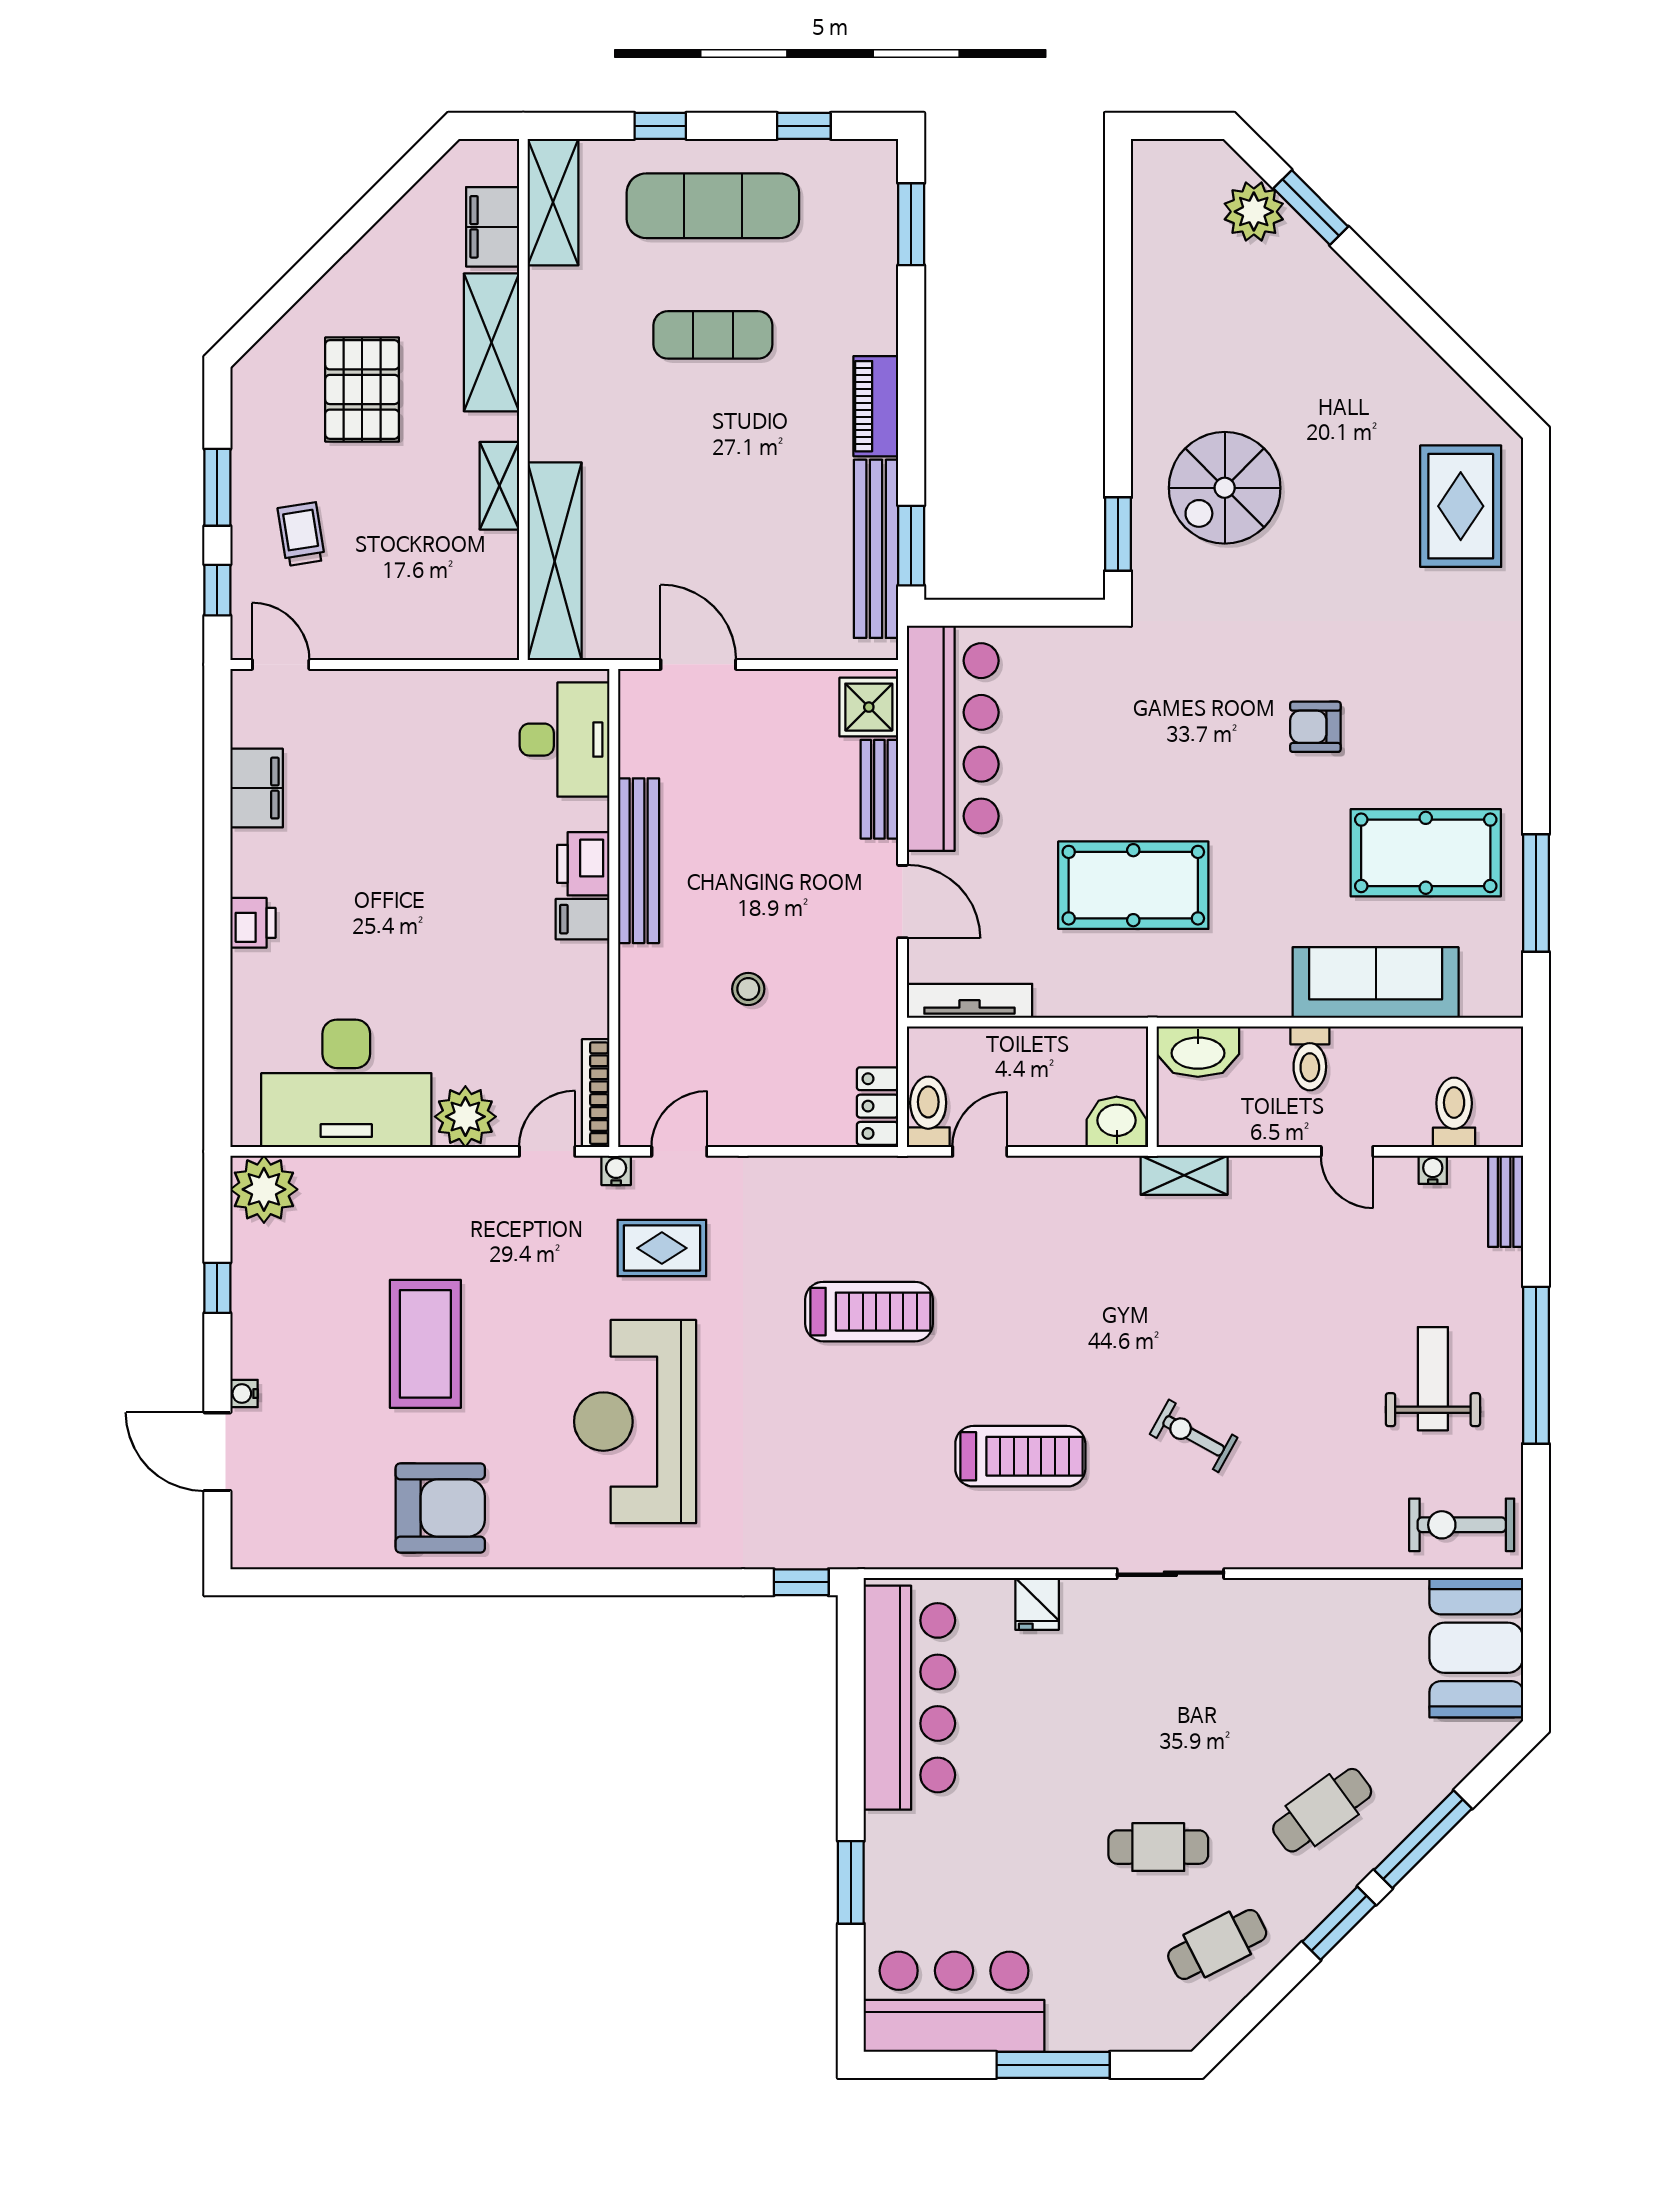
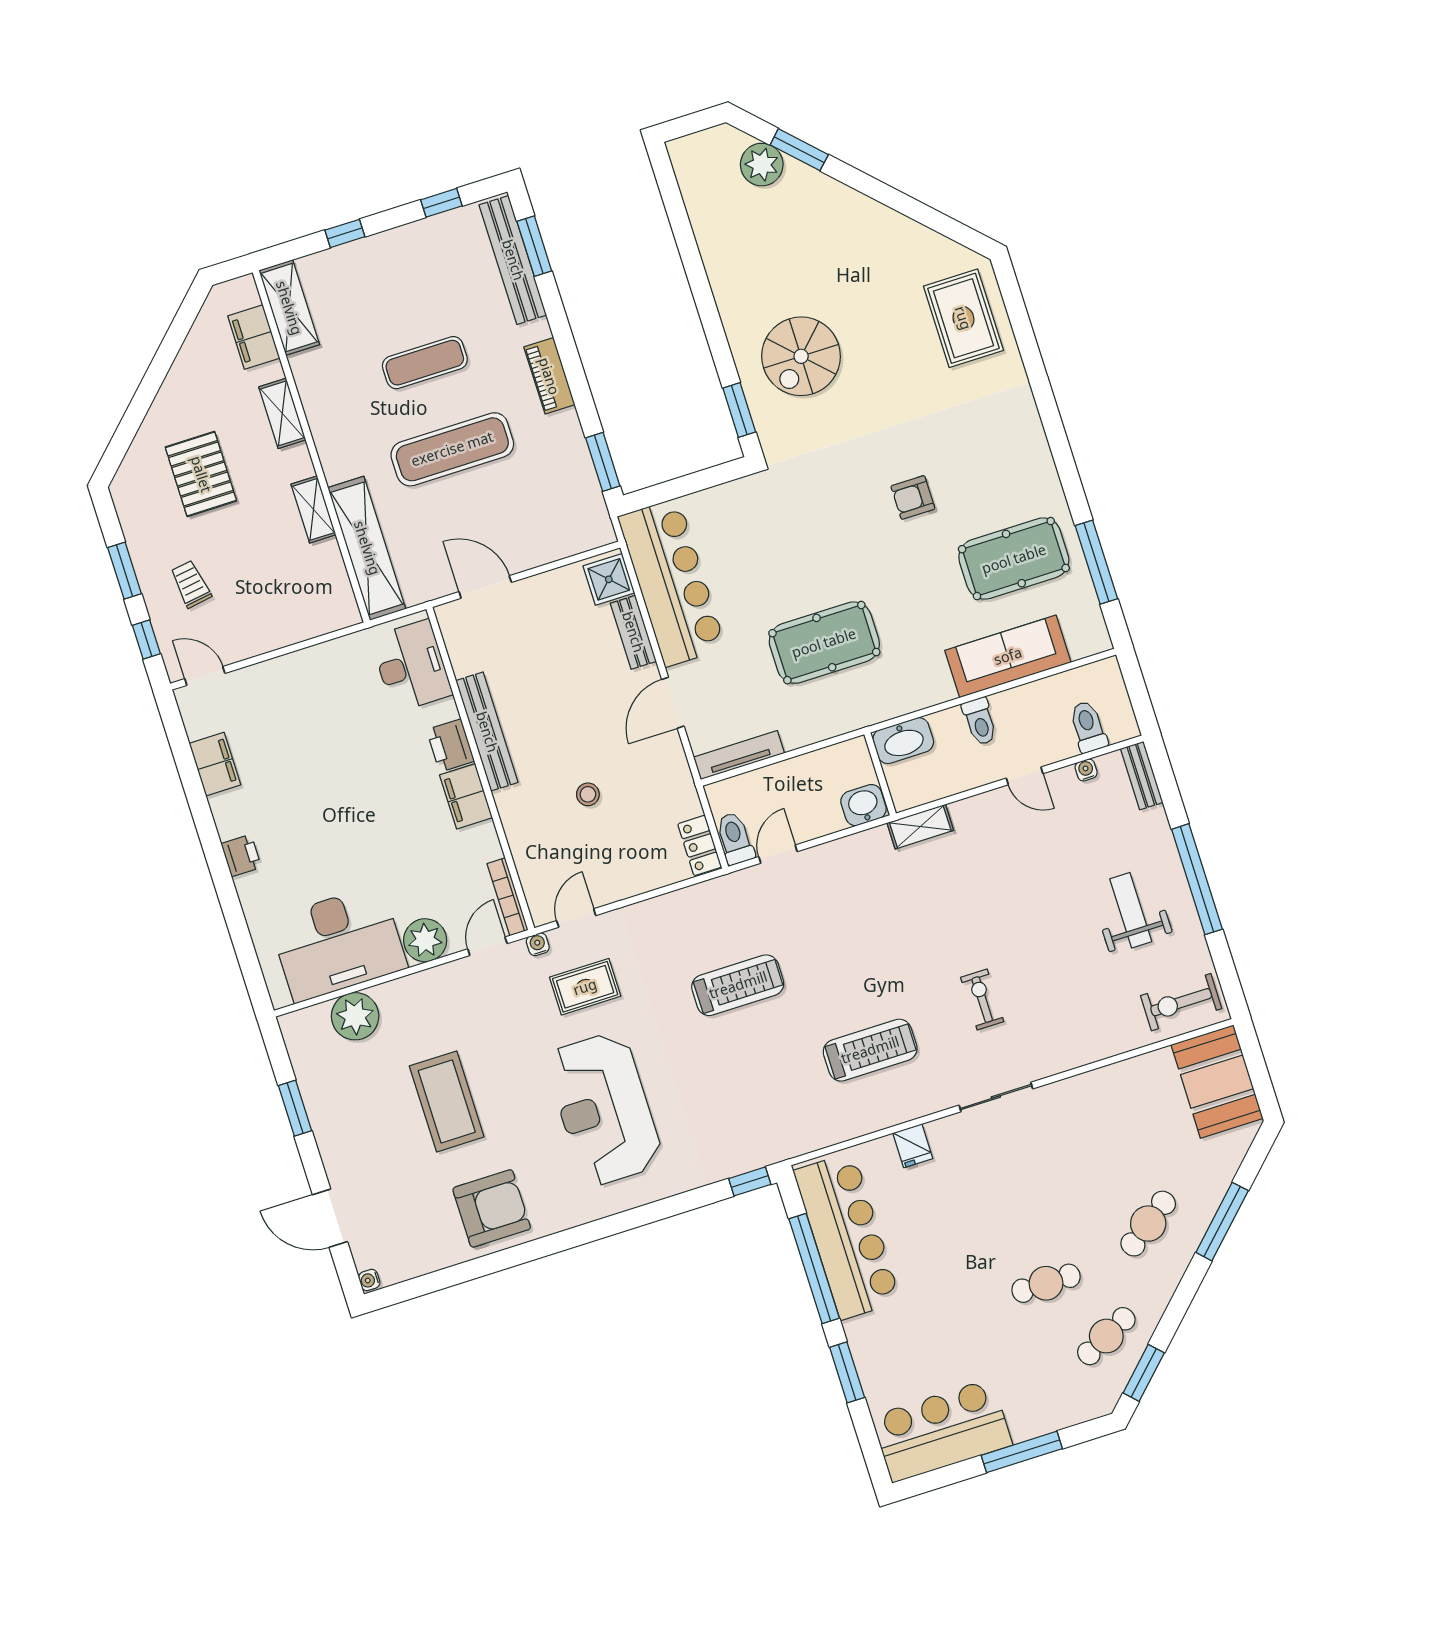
exercise mat: (713, 206) -> (452, 449), moved
shelving: (491, 342) -> (282, 413), width x0.67, depth x0.75
bench: (876, 549) -> (513, 260), moved
door: (903, 902) -> (673, 703), swing flipped
filing cabinet: (583, 919) -> (466, 796), width x2.00
plant: (264, 1189) -> (355, 1016), moved
window: (217, 1288) -> (295, 1108), width x1.50
water cooler: (244, 1394) -> (369, 1280), moved
exercise bike: (1194, 1436) -> (982, 1000), turned 61
window: (851, 1728) -> (814, 1269), added
window: (1339, 1923) -> (1144, 1373), moved

